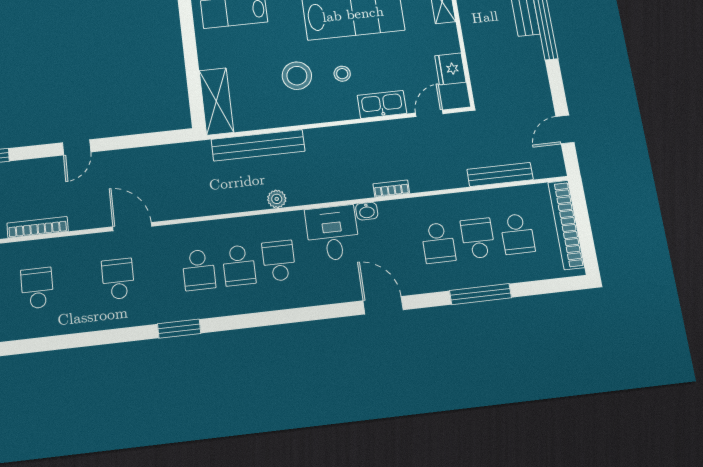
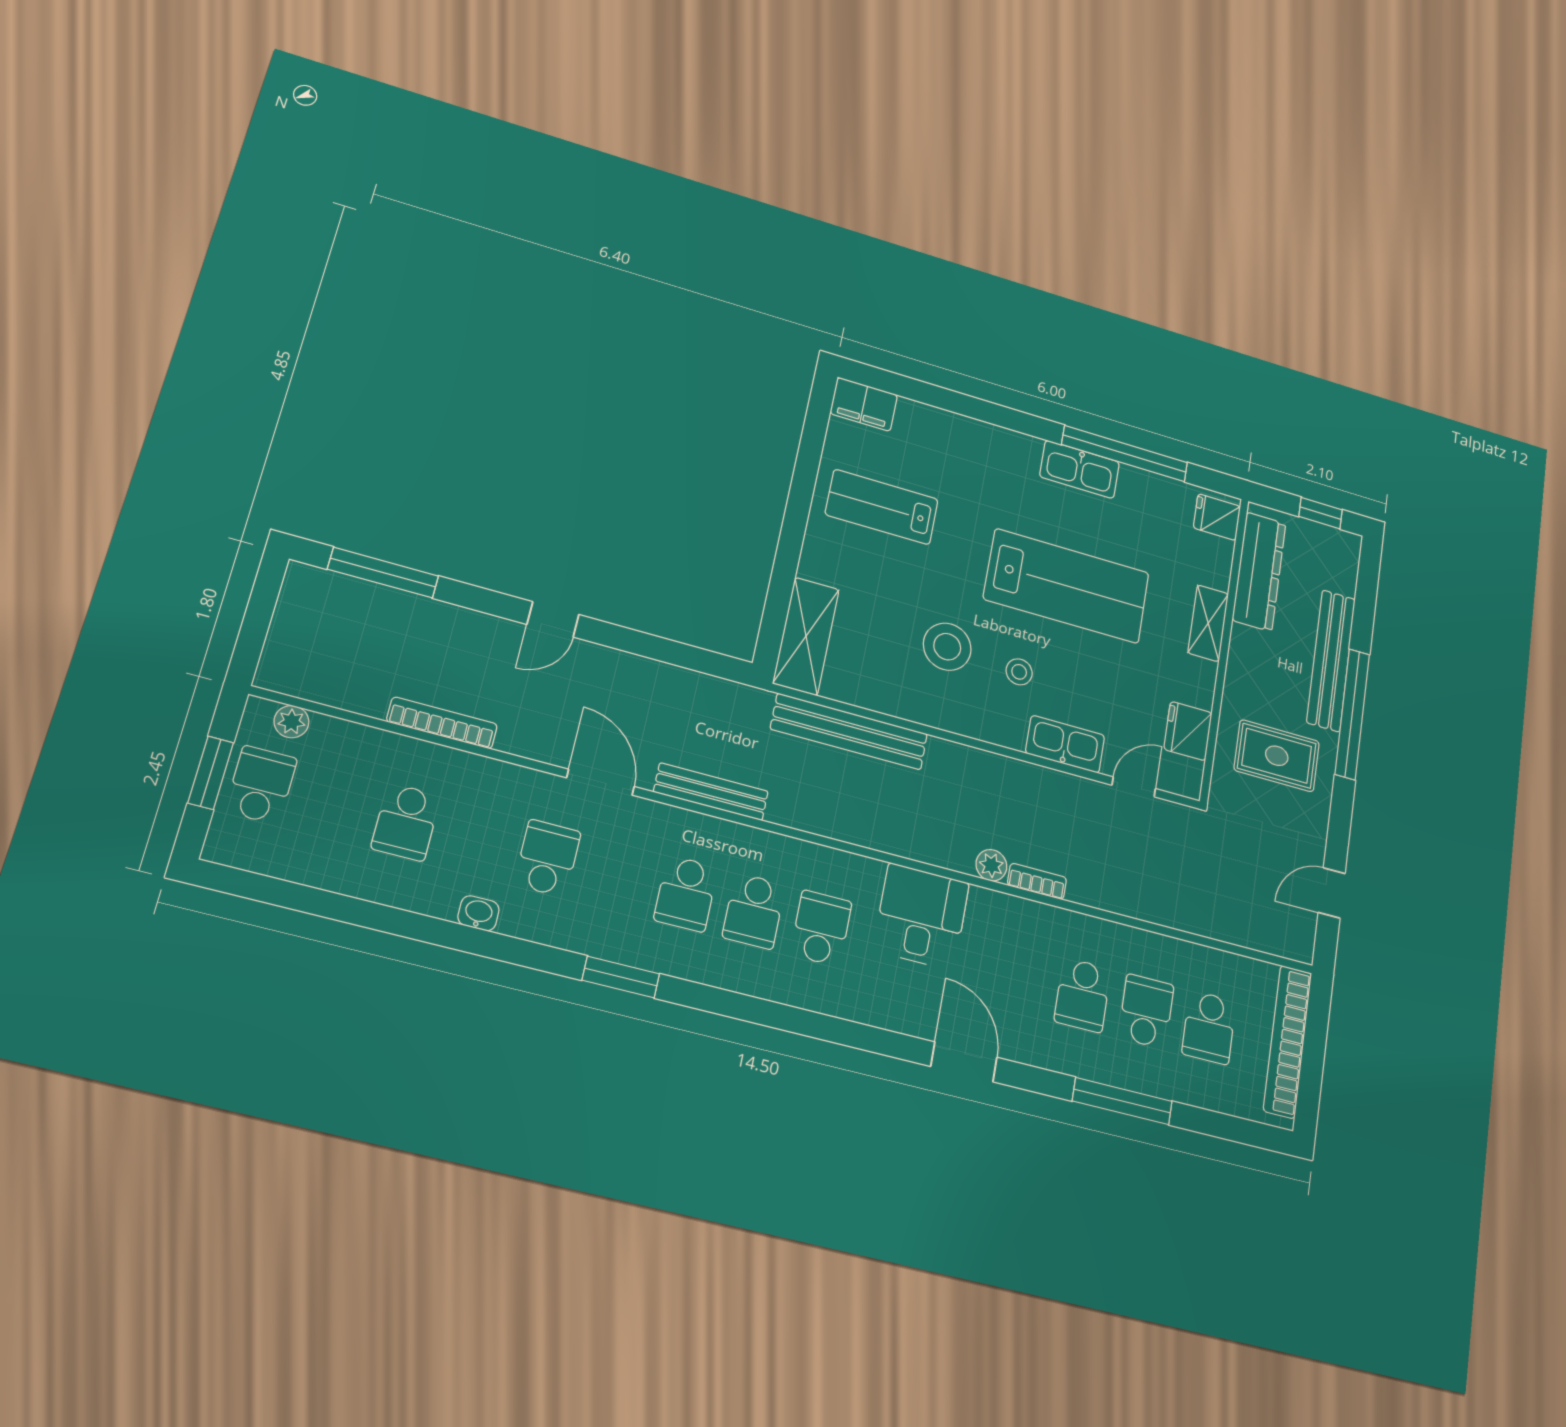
rug: (507, 63) -> (1277, 756), added
bench: (500, 174) -> (711, 792), moved
plant: (277, 199) -> (991, 865), moved
washbasin: (367, 211) -> (478, 913), moved, turned 180
school desk: (37, 288) -> (406, 822), turned 180

